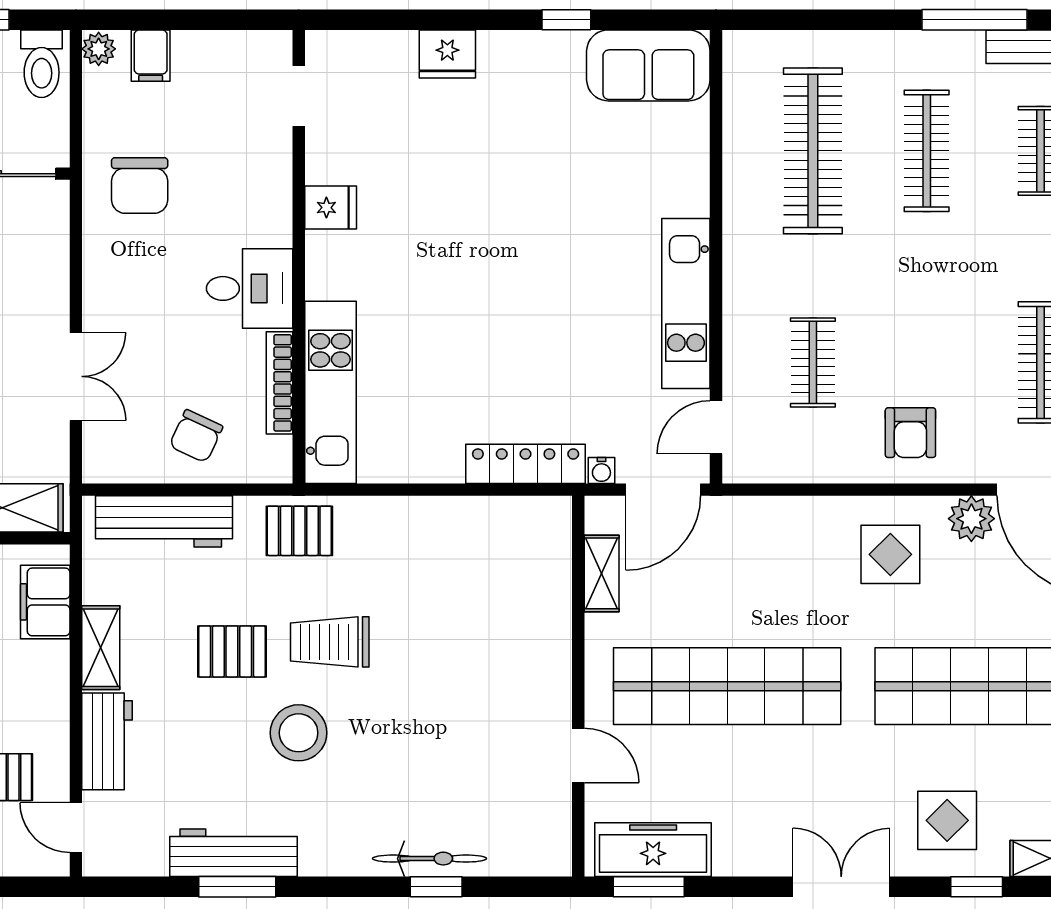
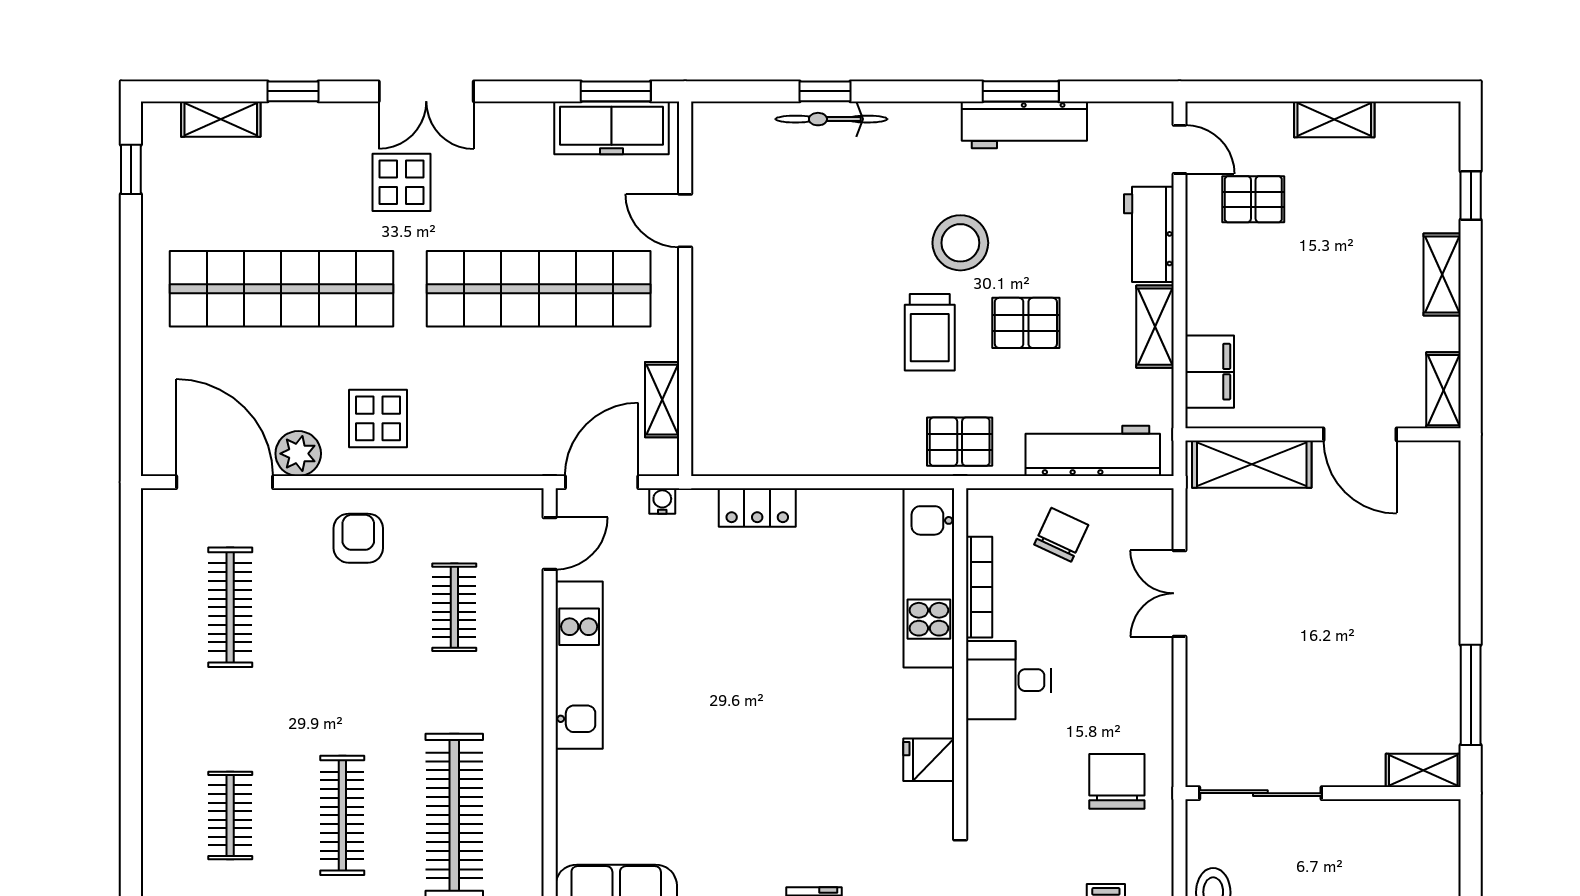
locker: (526, 464) -> (757, 508), width x0.66
trolley: (330, 642) -> (930, 332), turned 90
display table: (947, 820) -> (401, 182), moved

